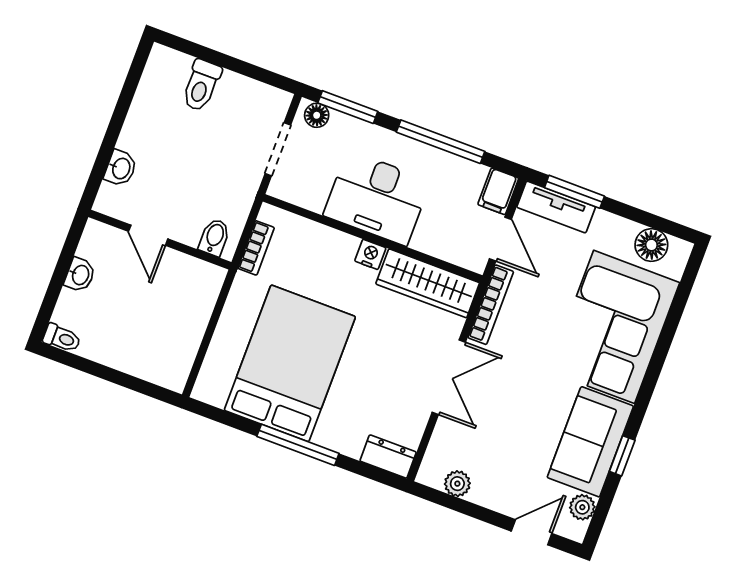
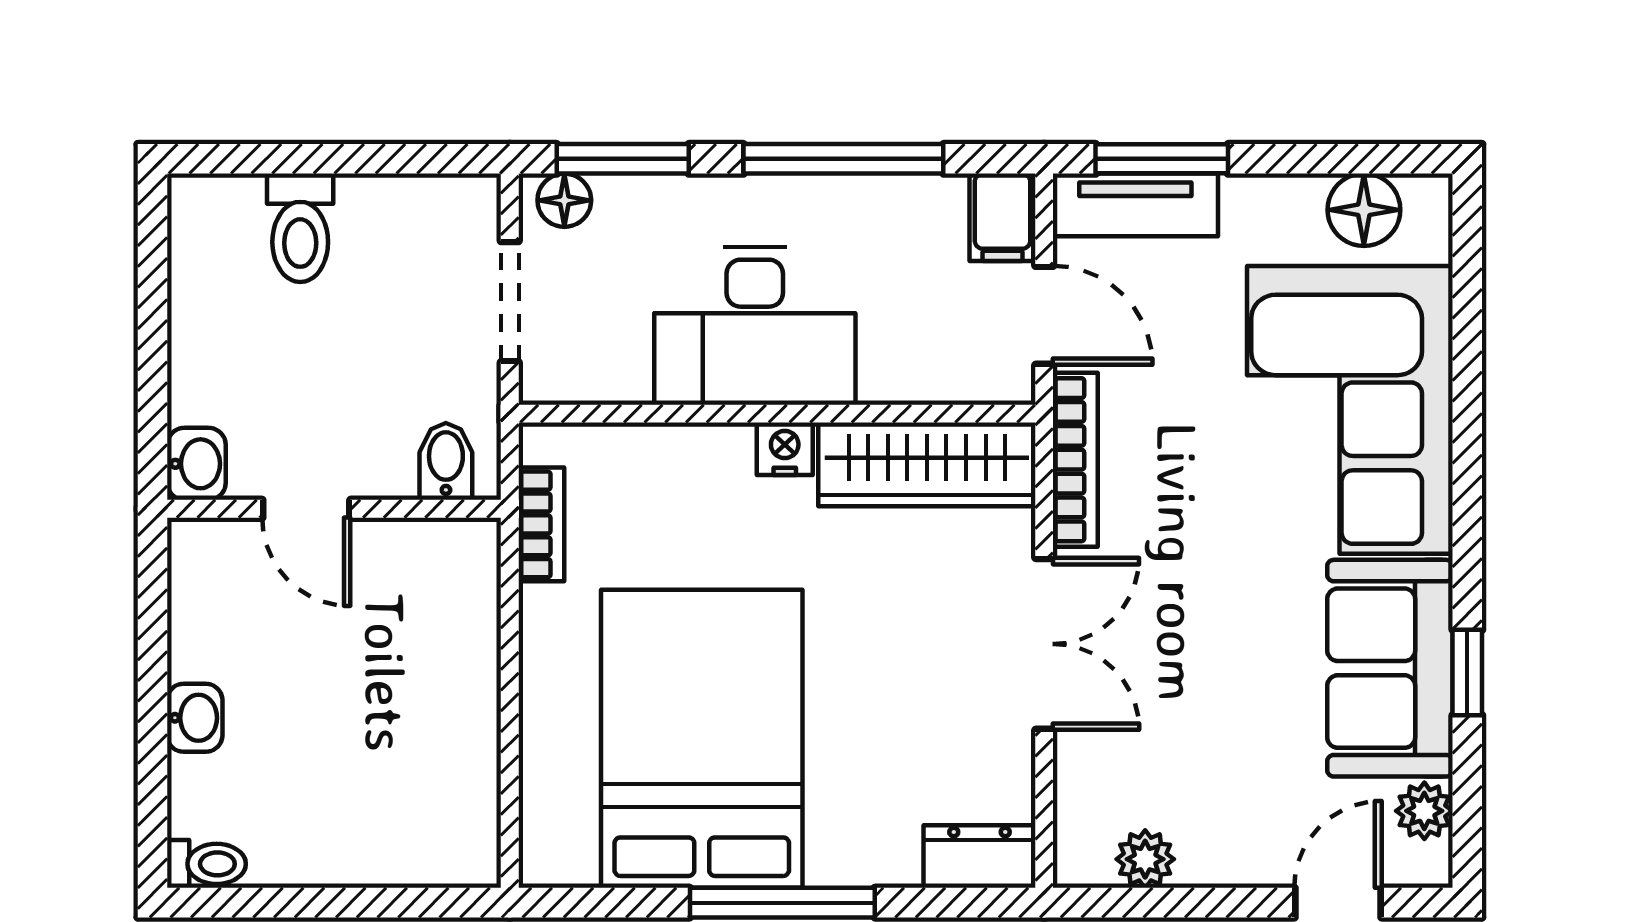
door: (148, 235) -> (306, 509), moved
bidet: (214, 237) -> (446, 461), moved
wall: (160, 240) -> (334, 509), moved

